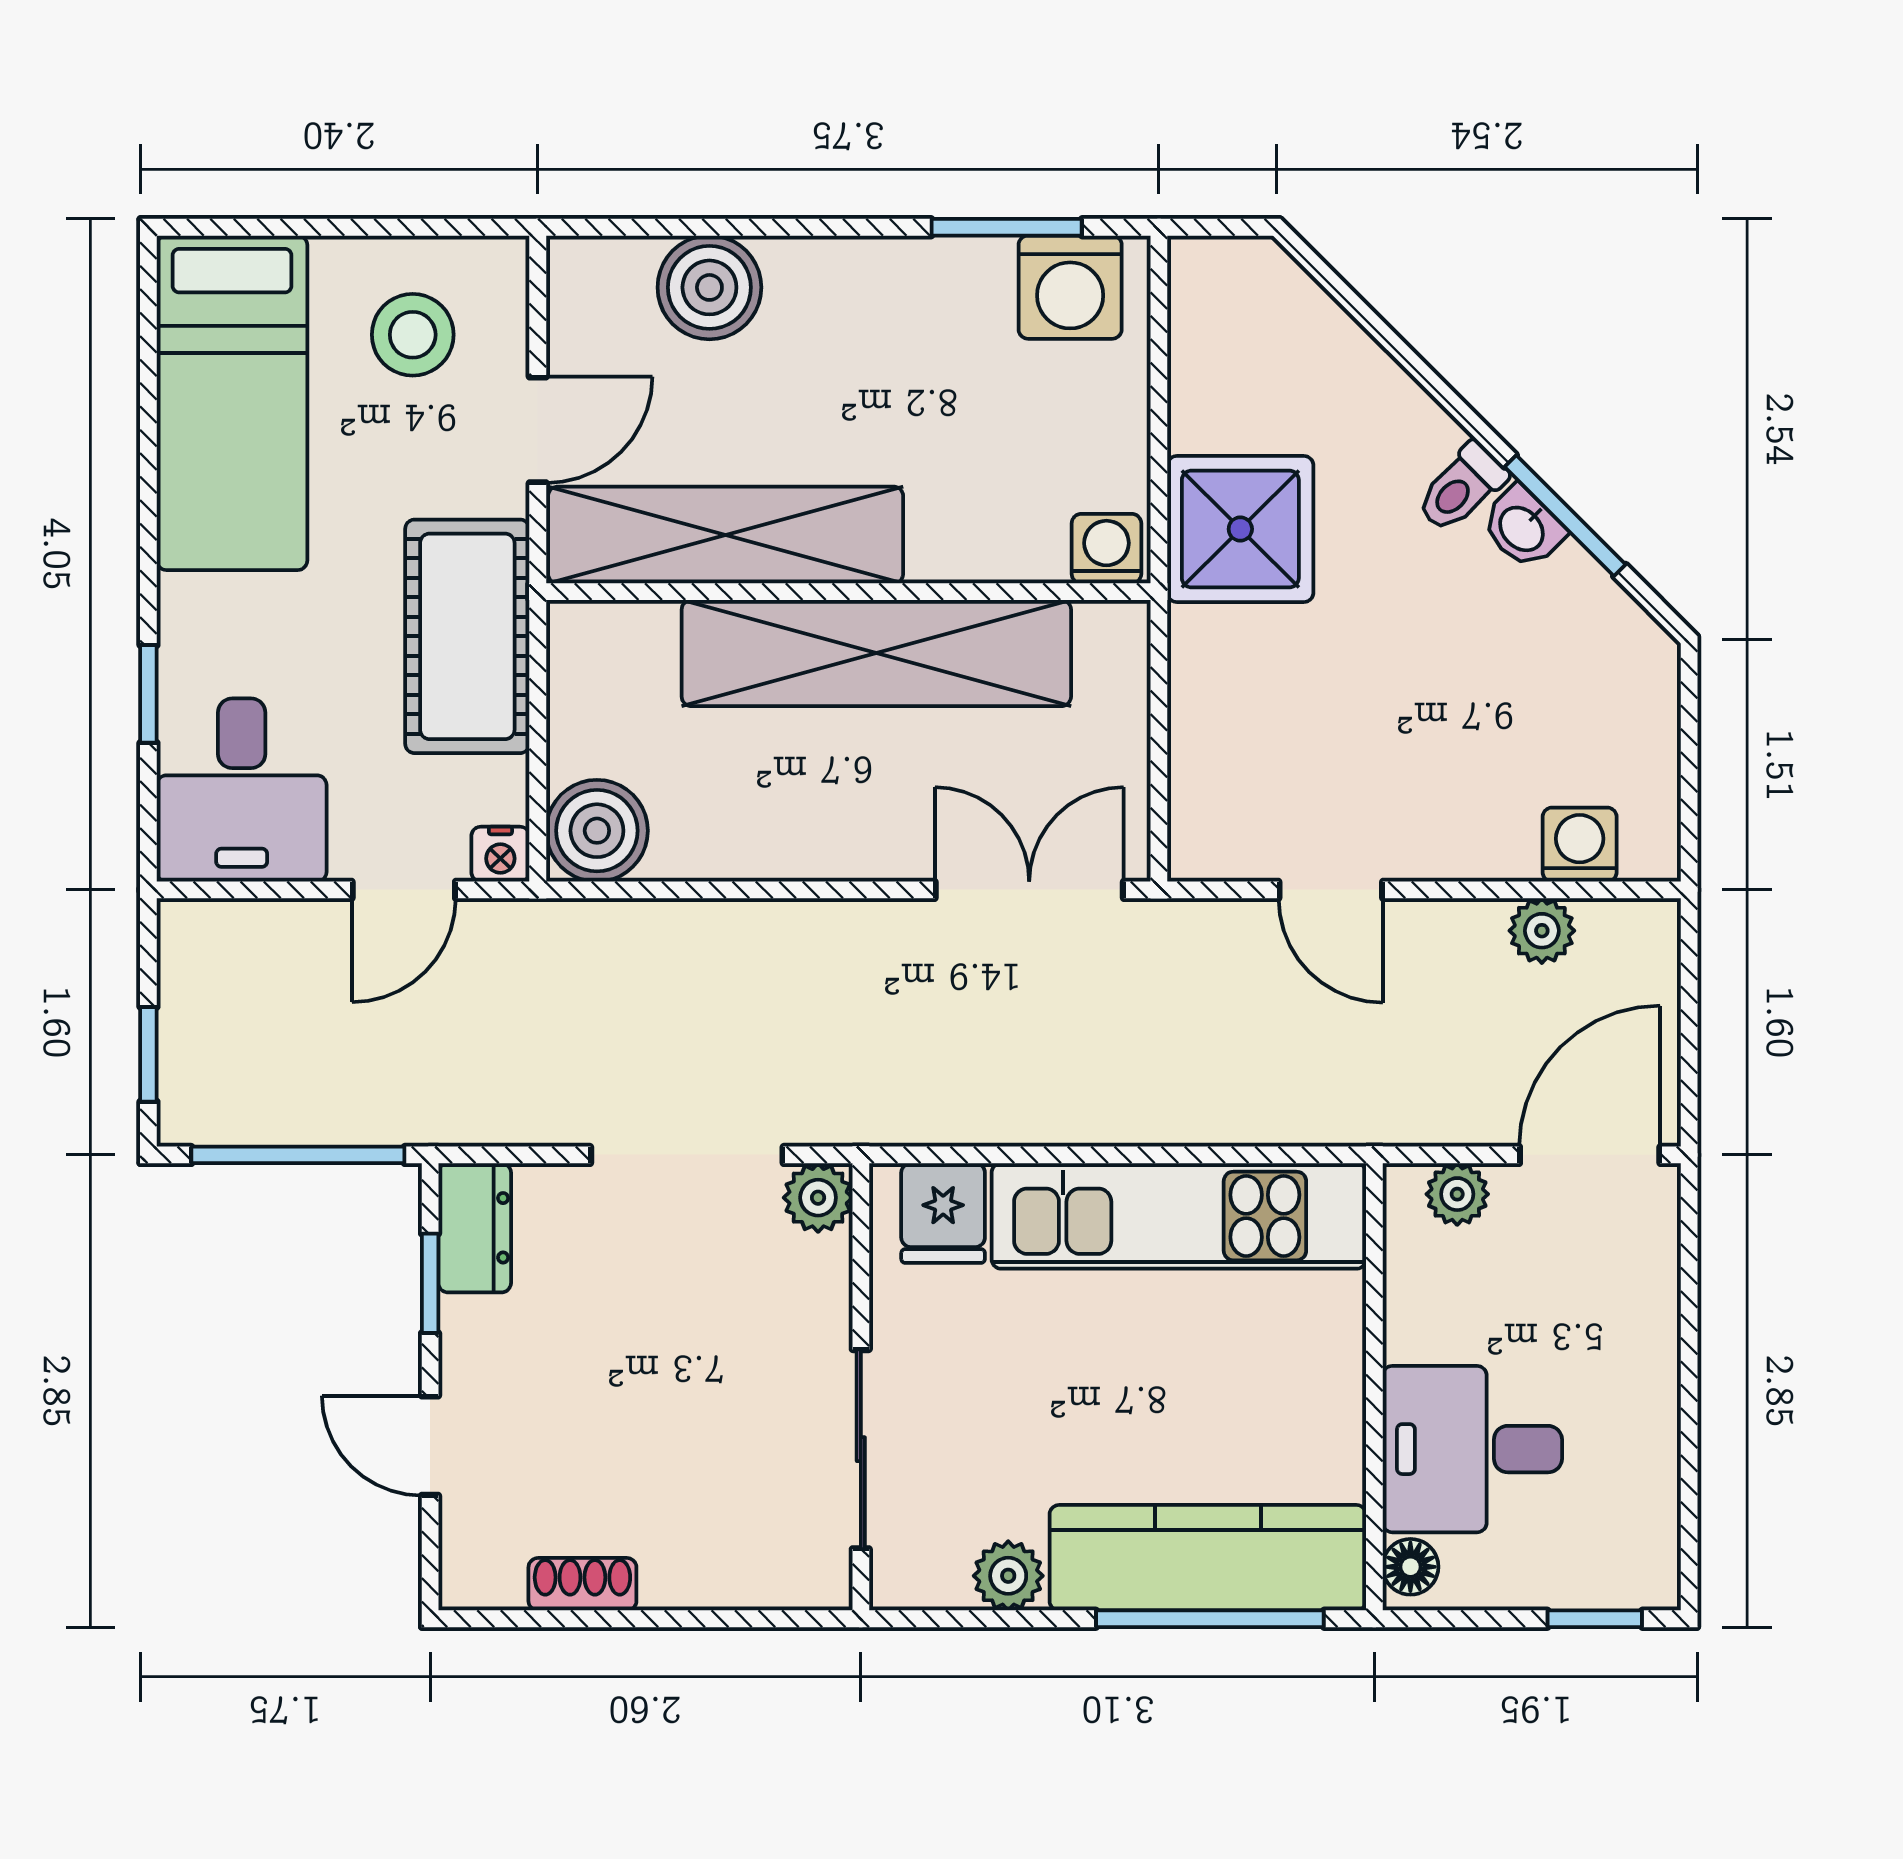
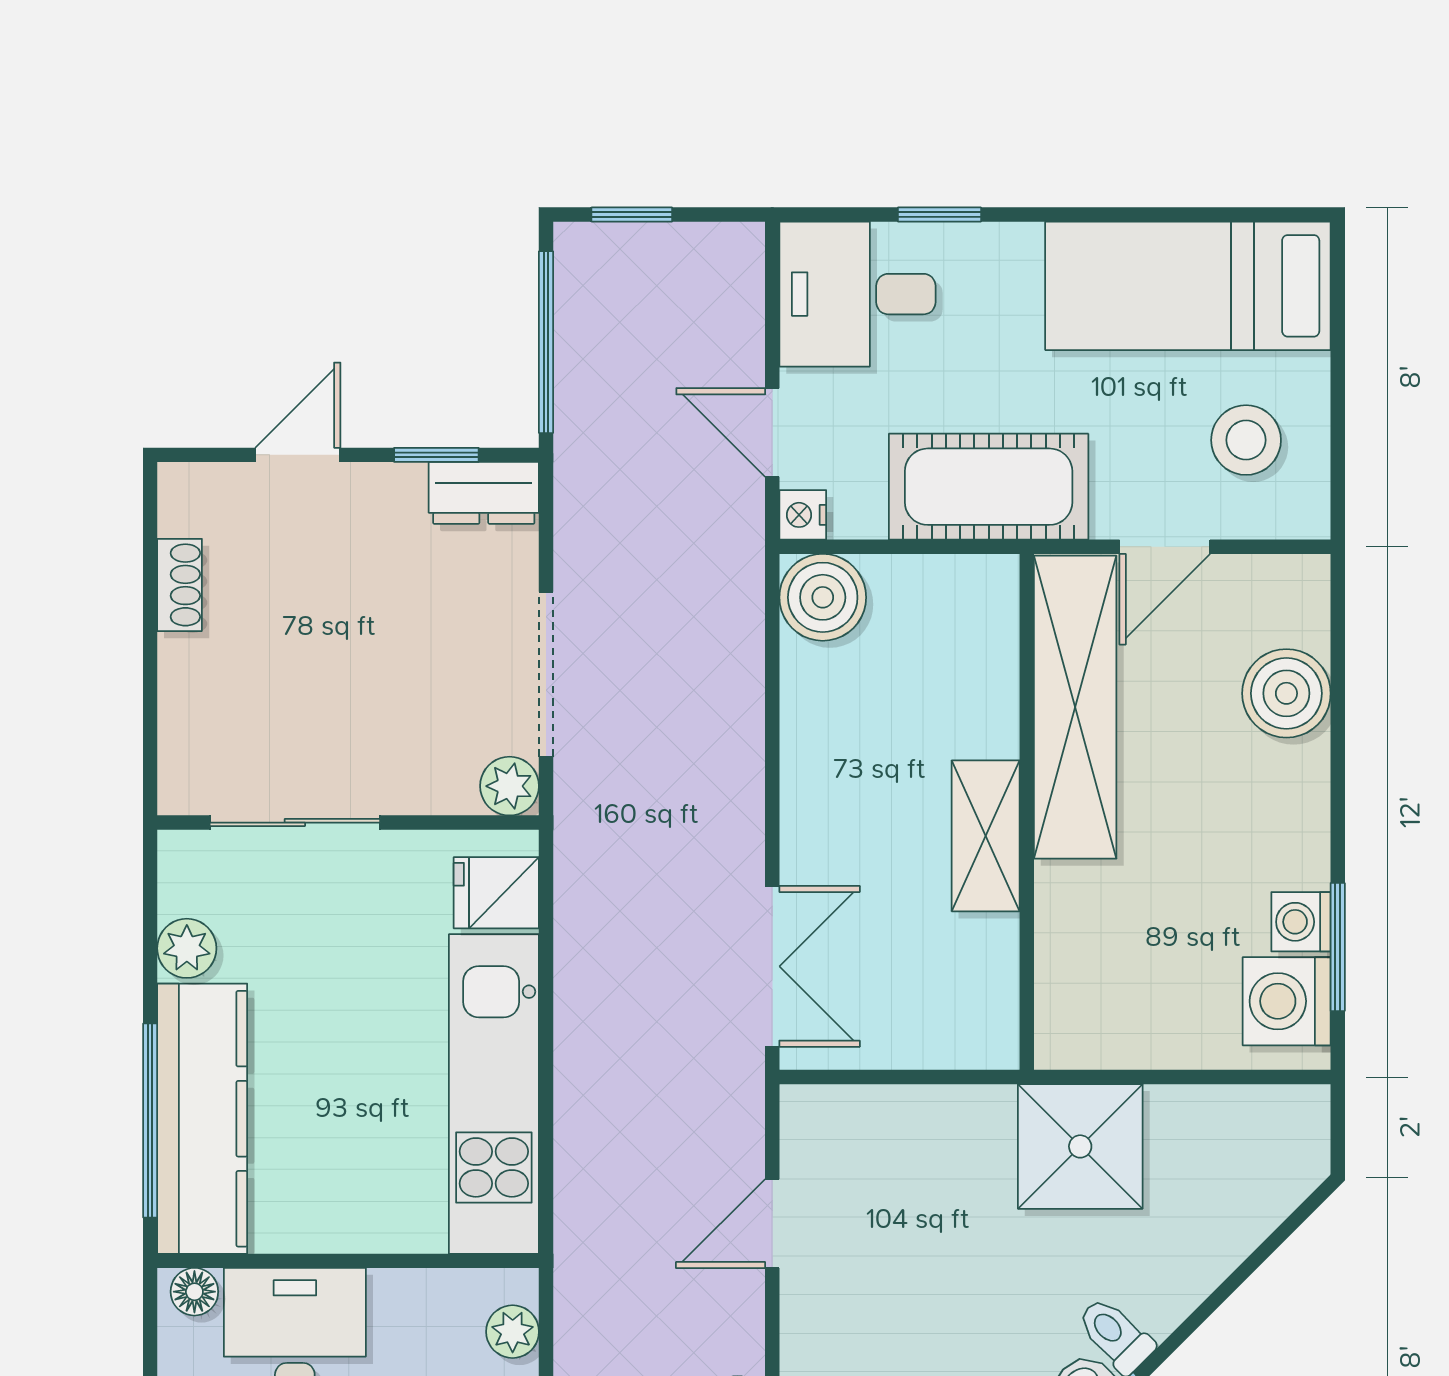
door: (538, 430) -> (1165, 547), hinge flipped
washing machine: (1106, 549) -> (1301, 922), moved, turned 180
shelving: (876, 653) -> (986, 836), width x0.45, depth x0.75

